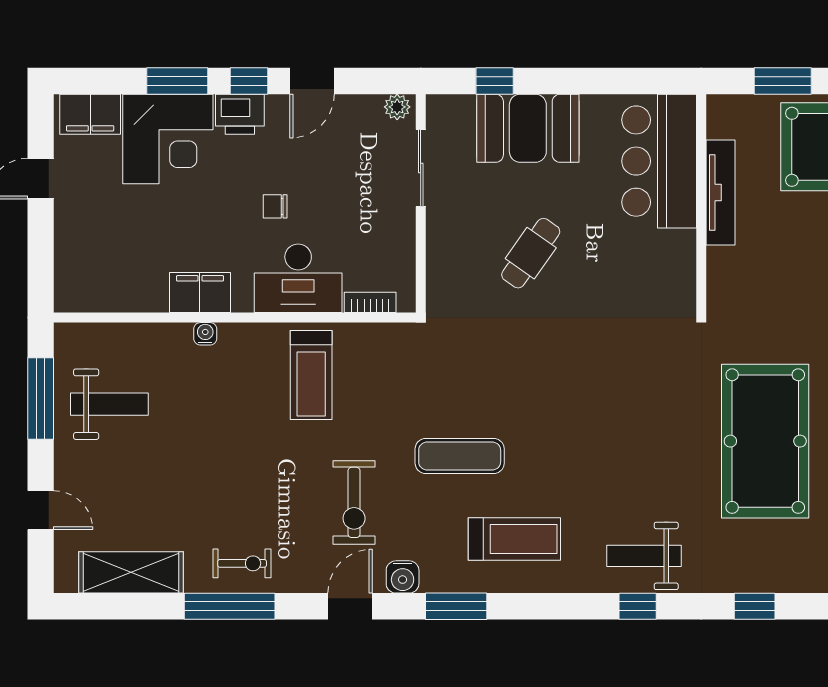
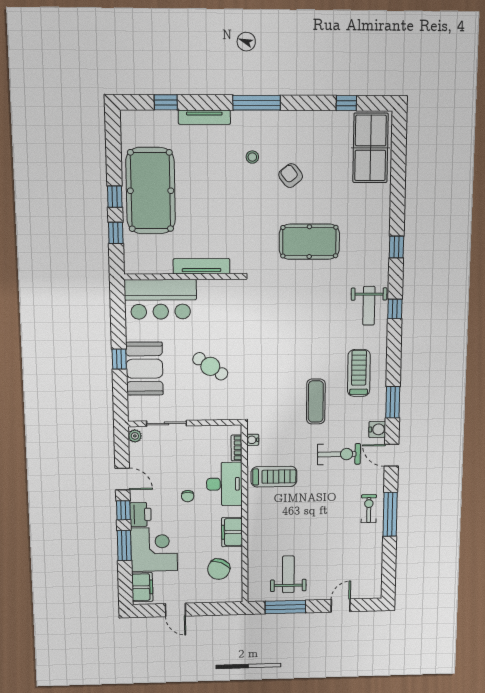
window: (495, 81) -> (119, 359), moved
window: (783, 81) -> (116, 233), width x0.67
tv unit: (721, 192) -> (201, 266), moved
chair: (124, 266) -> (219, 569), added
water cooler: (205, 334) -> (253, 440), moved
pool table: (765, 441) -> (309, 242), width x0.73, depth x0.76
shelving: (131, 572) -> (372, 562), removed

